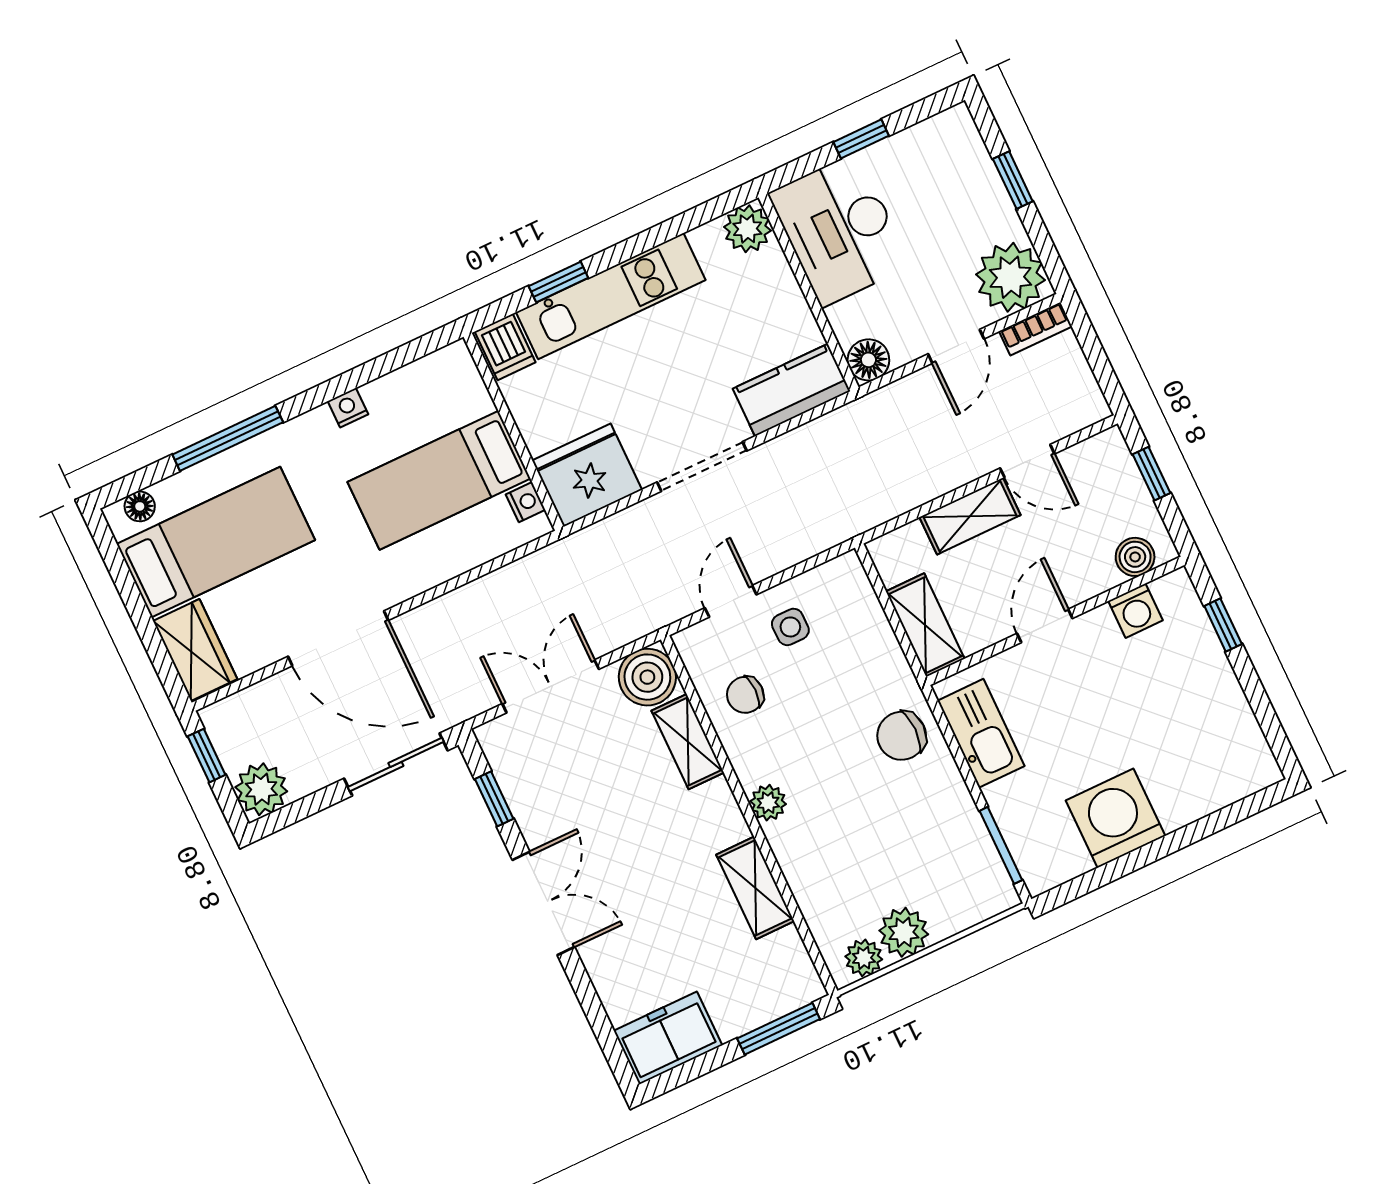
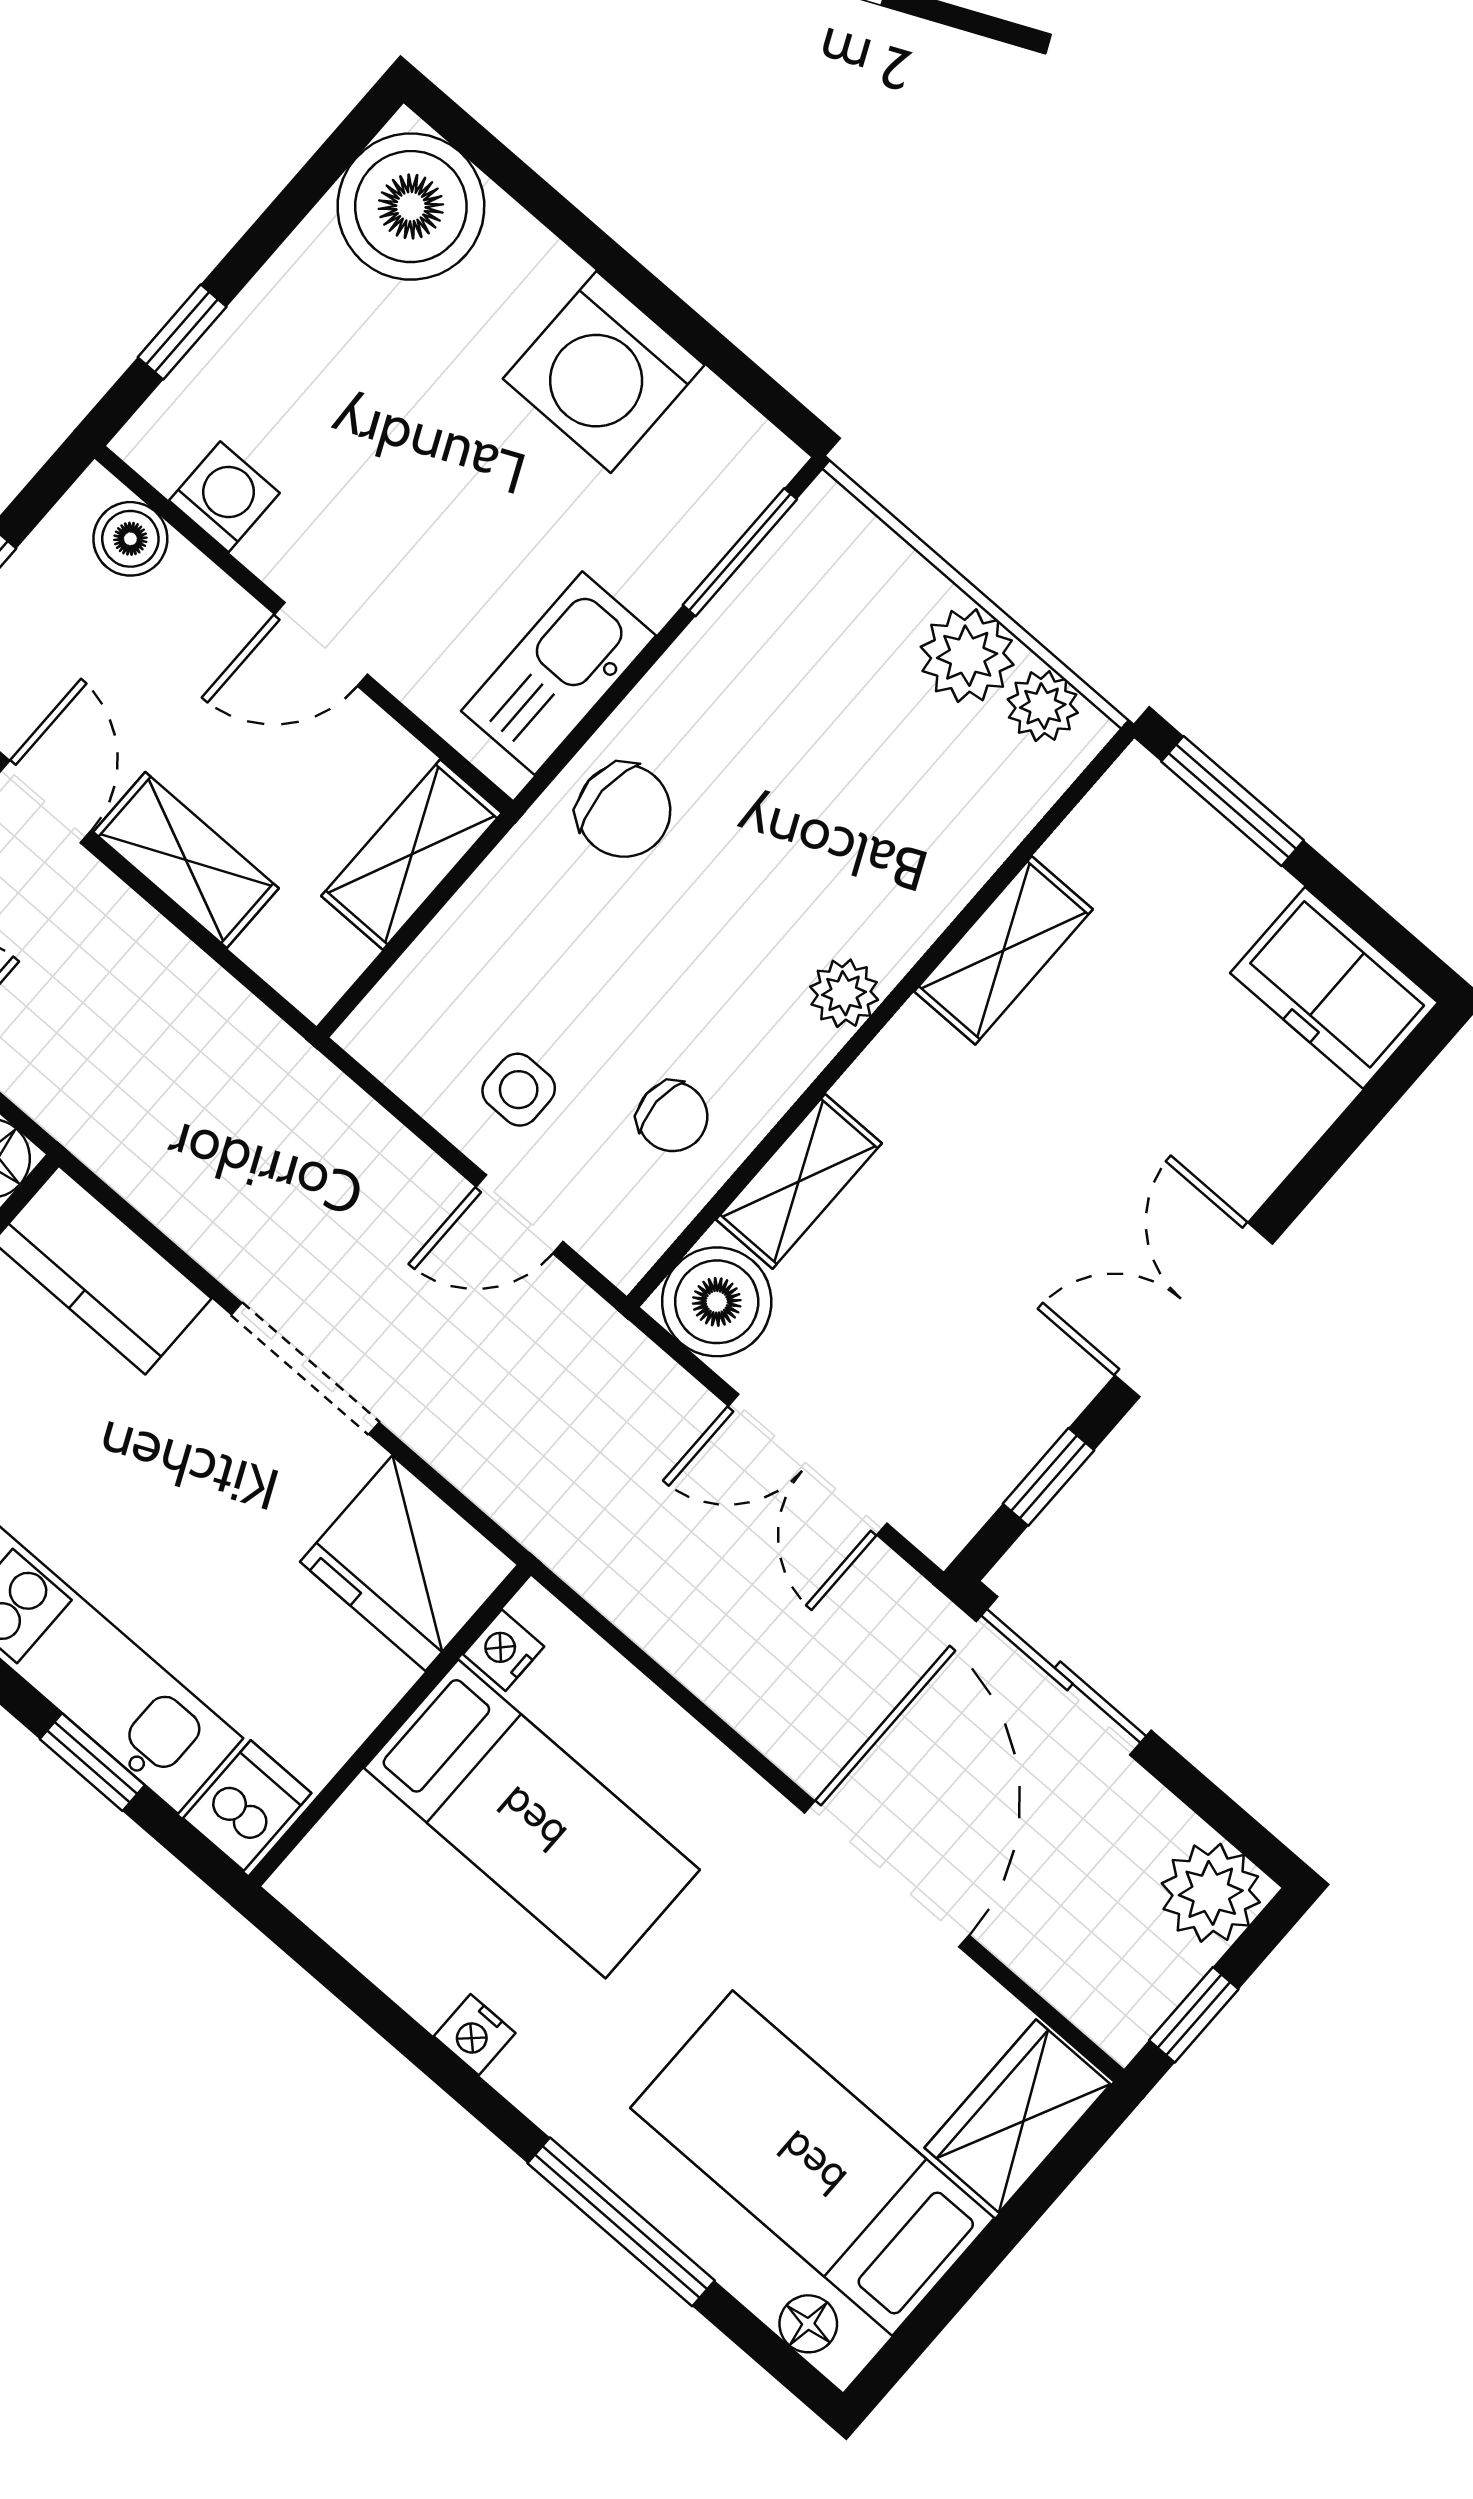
boiler: (1235, 761) -> (411, 207), added

